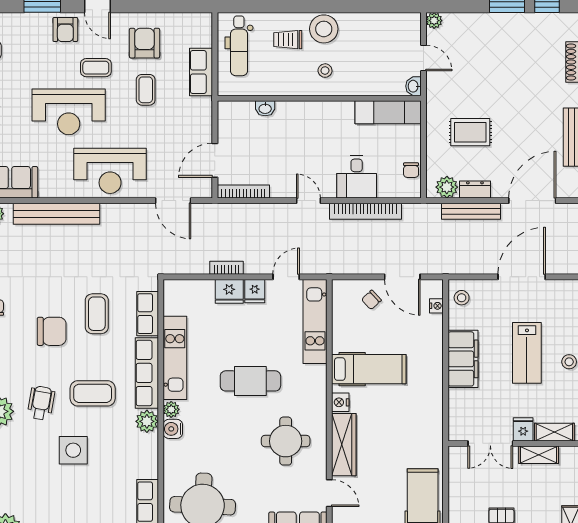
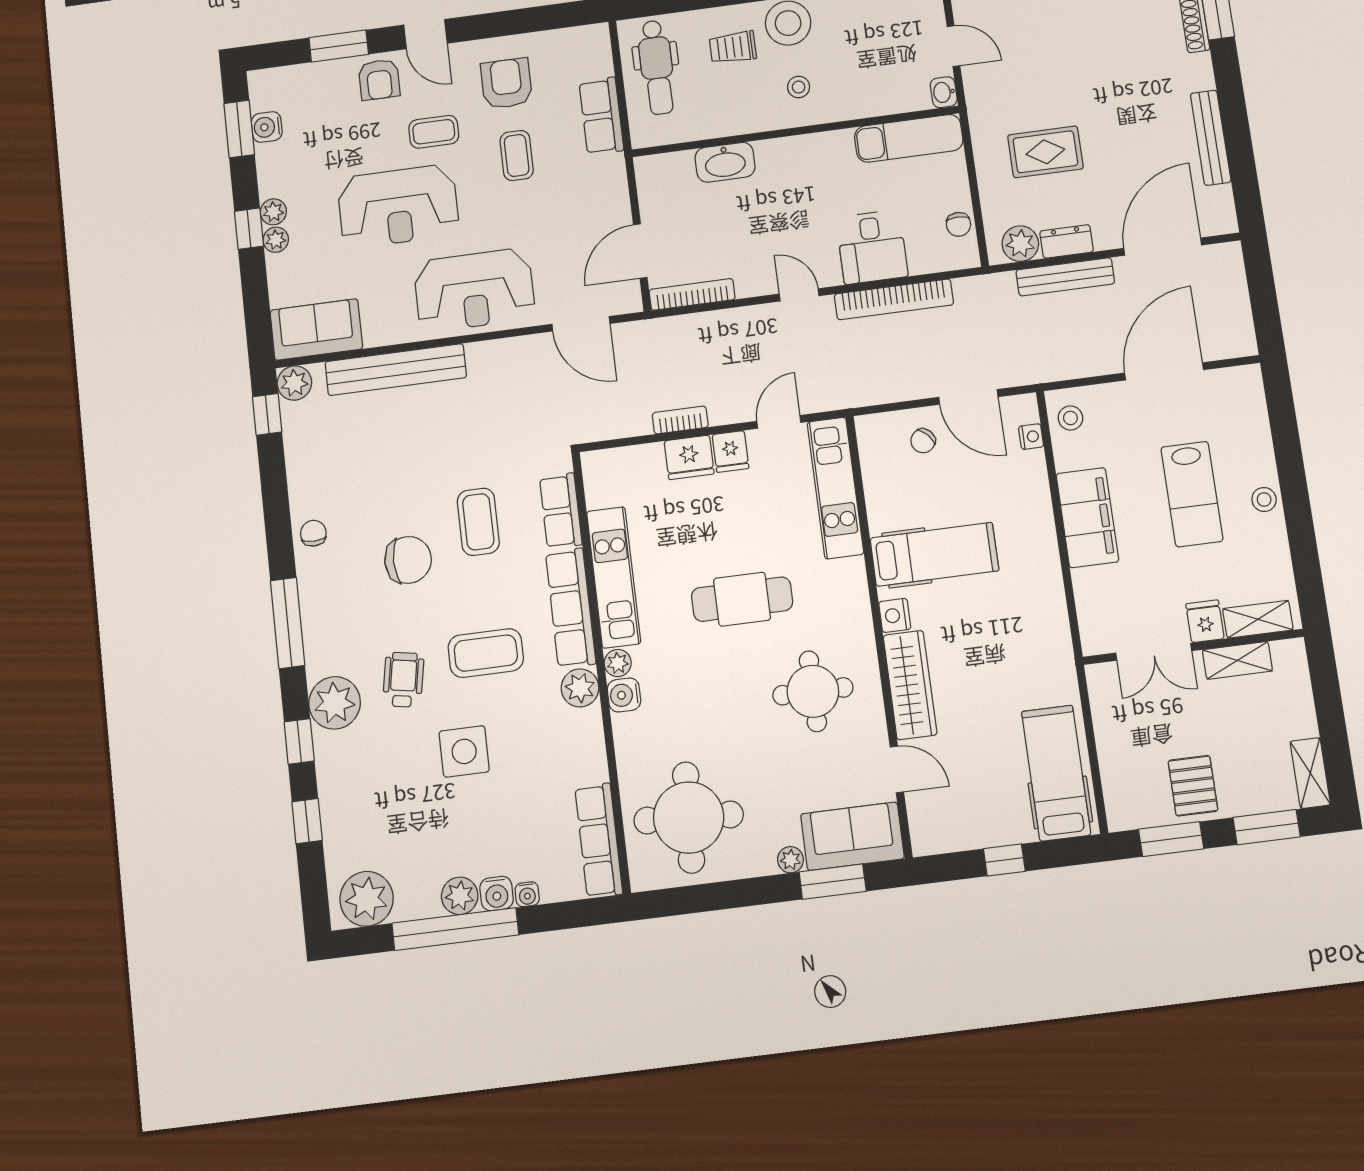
washbasin: (265, 108) -> (725, 162), width x1.91, depth x1.45

